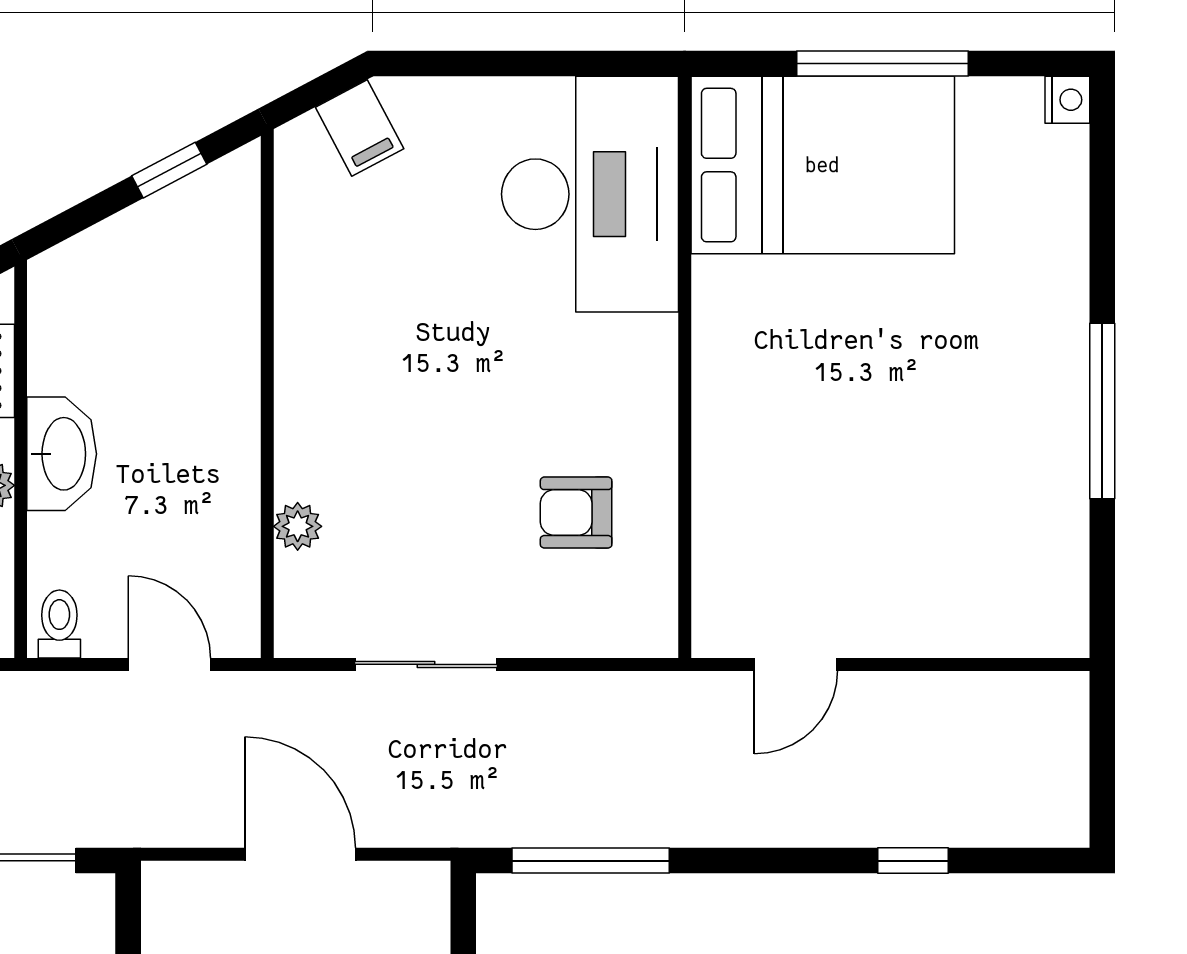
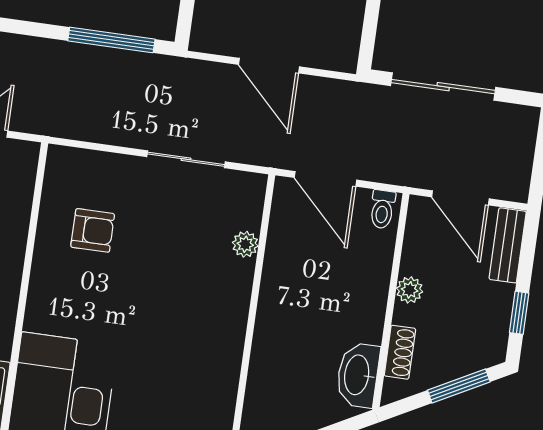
washbasin: (62, 454) -> (358, 375), moved
door: (170, 664) -> (325, 179), width x1.38

